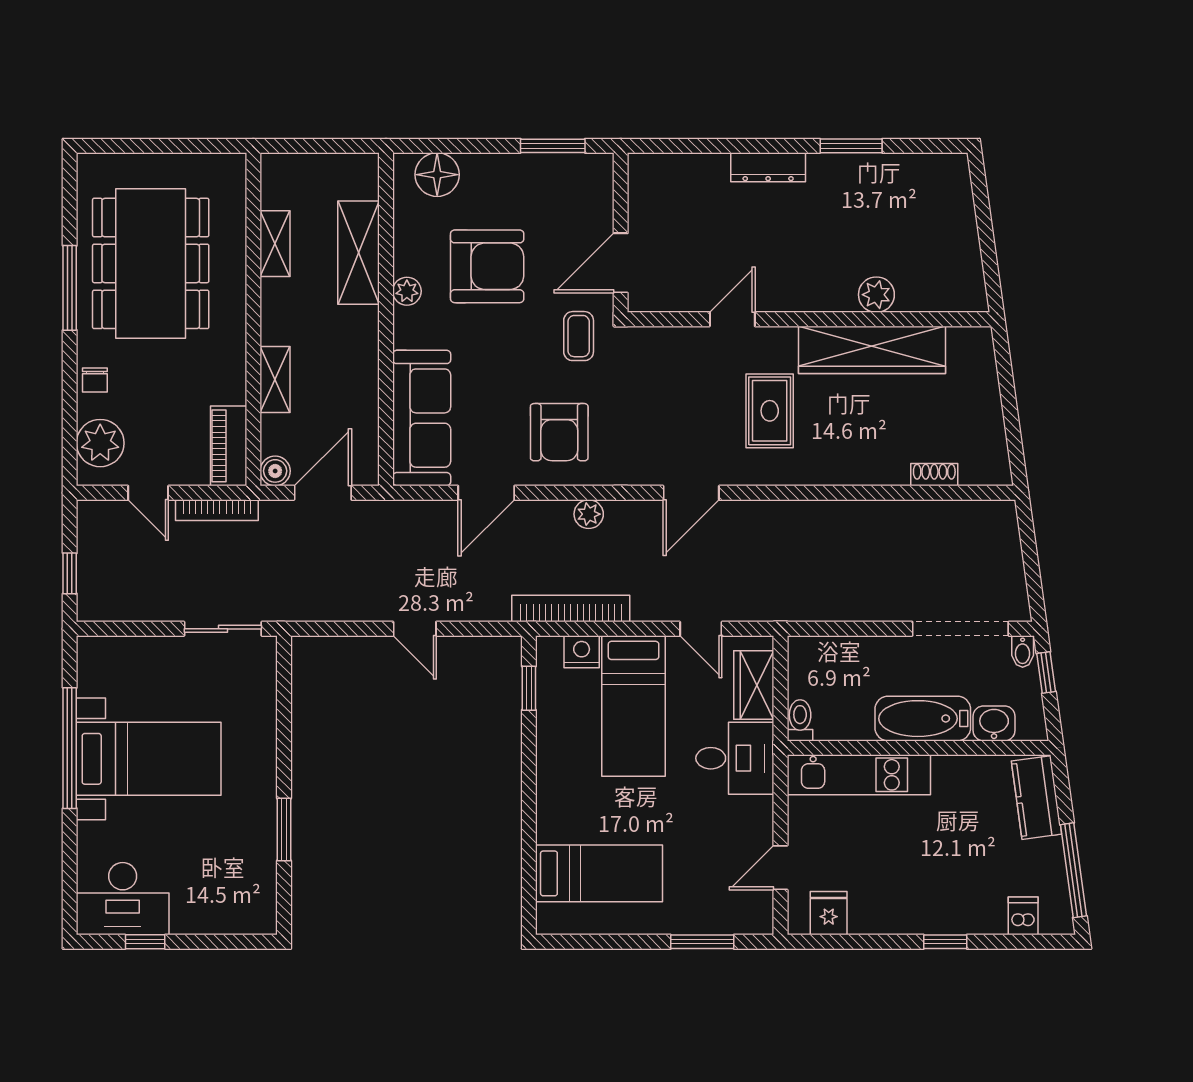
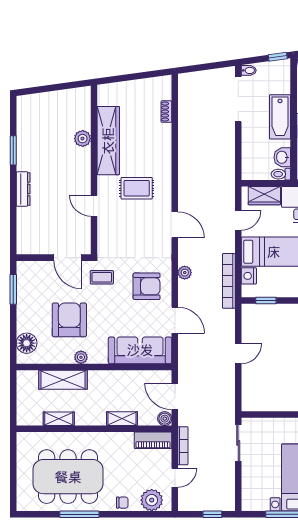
window: (1046, 673) -> (278, 57), moved
washbasin: (994, 723) -> (282, 157), moved

